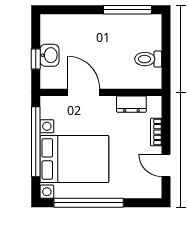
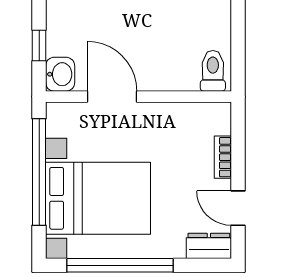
washbasin: (49, 55) -> (60, 74), moved
toilet: (148, 59) -> (213, 71), moved, turned 90
dresser: (131, 104) -> (209, 246), moved, turned 180

